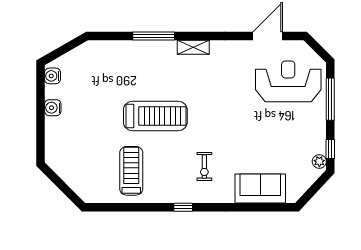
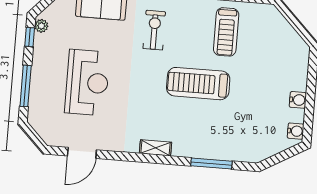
window: (154, 36) -> (211, 164), moved
reception desk: (288, 81) -> (87, 82), moved, turned -90
exercise bike: (204, 167) -> (154, 30), width x1.38, depth x1.39

